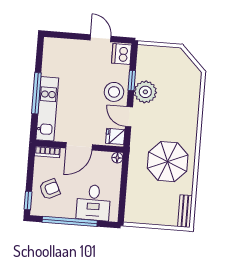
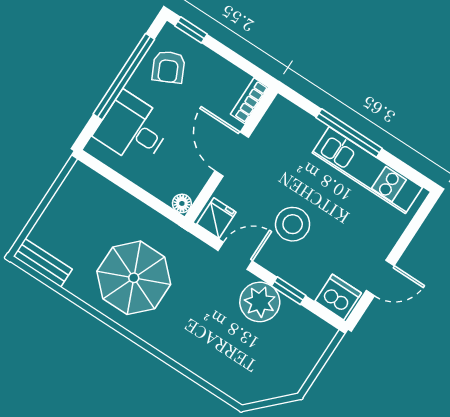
stool: (114, 92) -> (293, 224), moved
kitchen unit: (47, 109) -> (367, 170), moved
armchair: (50, 189) -> (169, 67), moved

